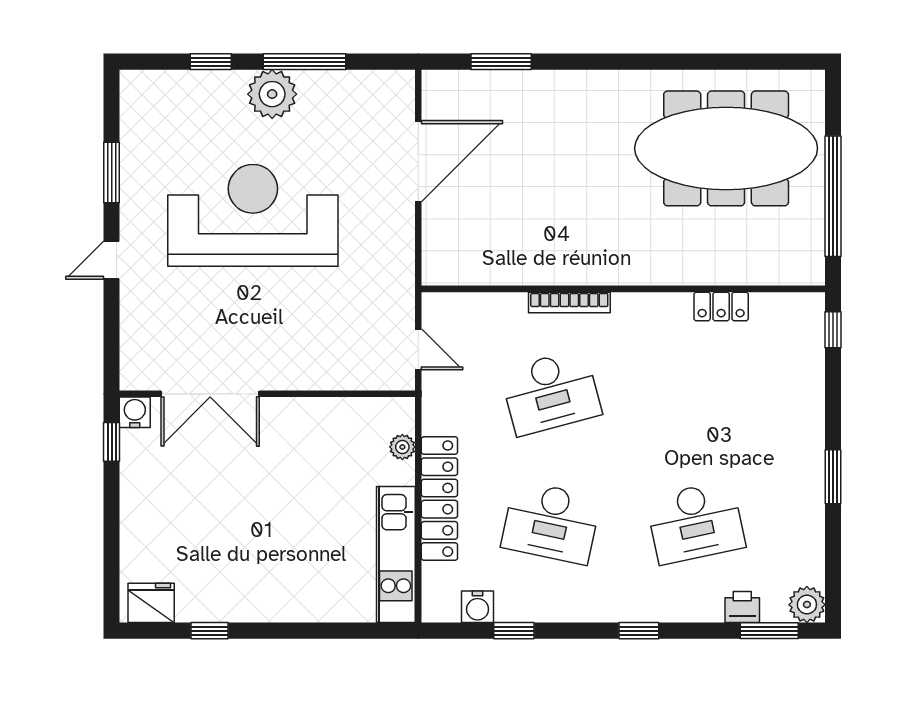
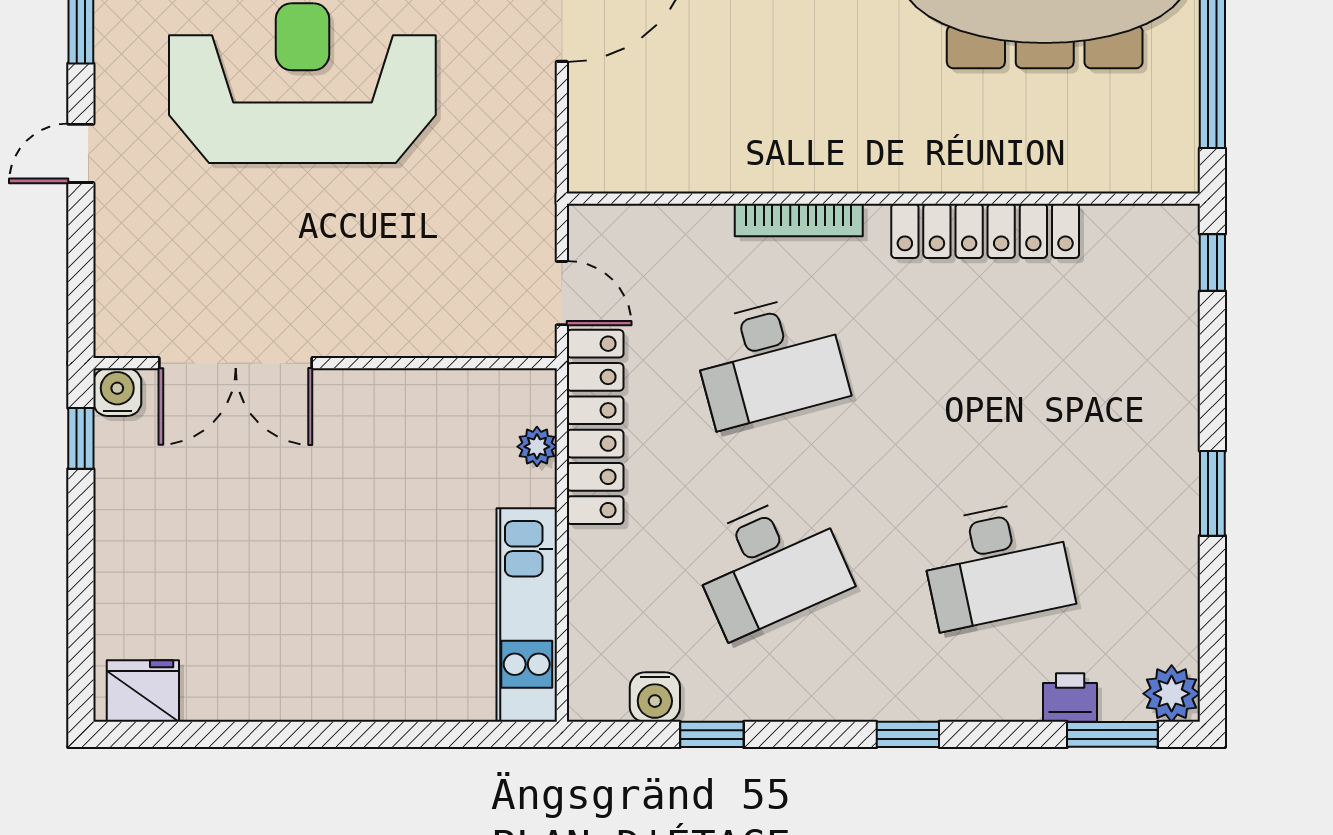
locker: (721, 306) -> (985, 231), width x2.16, depth x1.21
locker: (439, 499) -> (595, 427), moved
desk: (551, 522) -> (770, 565), turned -36
window: (209, 631) -> (234, 734), removed

